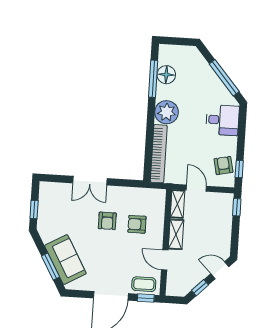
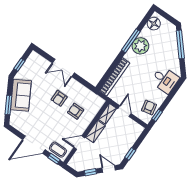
floor lamp: (166, 75) -> (154, 24), moved
window: (224, 78) -> (180, 44), moved
window: (153, 79) -> (131, 41), moved
plant: (166, 112) -> (140, 46), moved
window: (237, 207) -> (130, 154), moved
sofa: (65, 260) -> (21, 95), moved
door: (165, 260) -> (79, 143), hinge flipped

